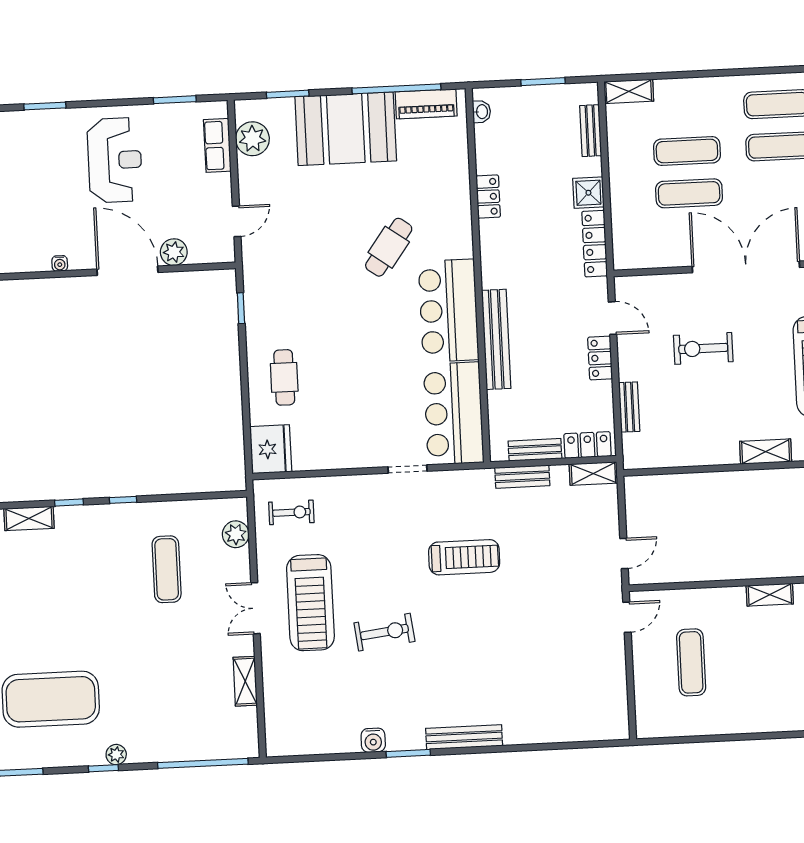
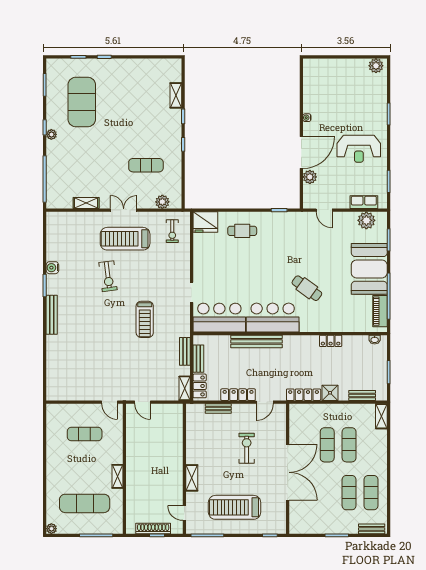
locker: (600, 358) -> (238, 395), width x1.53

